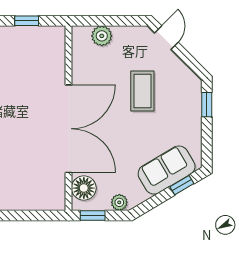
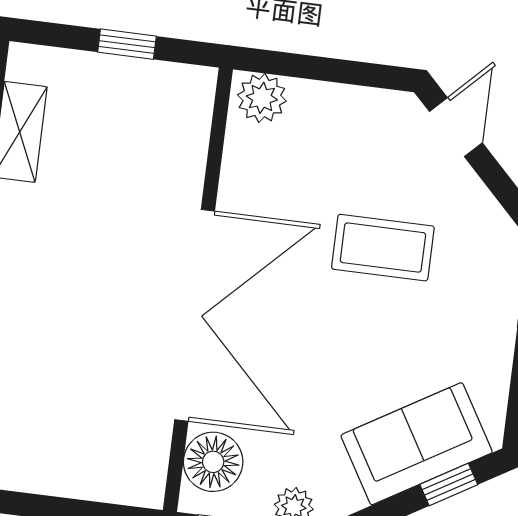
plant: (102, 36) -> (262, 98), moved
coffee table: (142, 91) -> (383, 248), turned 90

